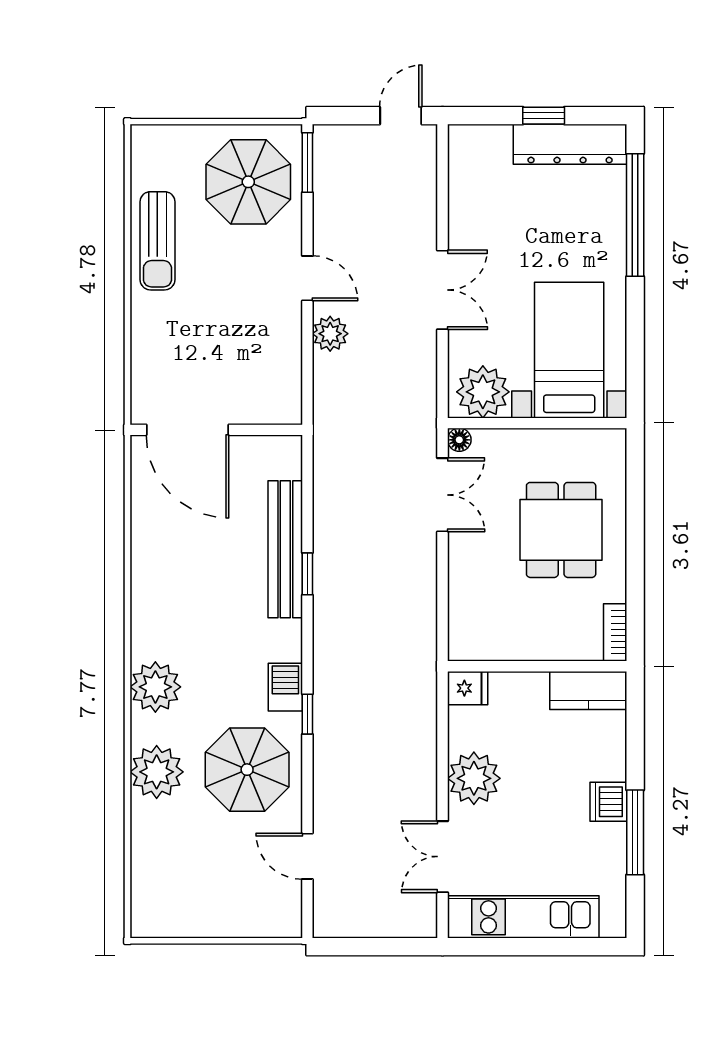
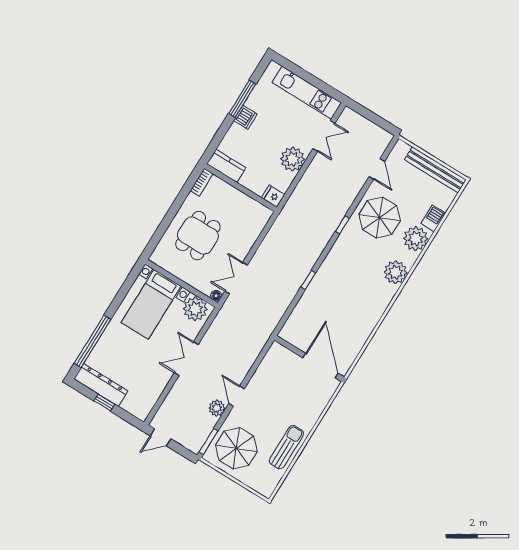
plant: (330, 334) -> (217, 408), moved
bench: (285, 549) -> (435, 170), moved, turned 90
barbecue: (285, 687) -> (433, 218), moved, turned 180

